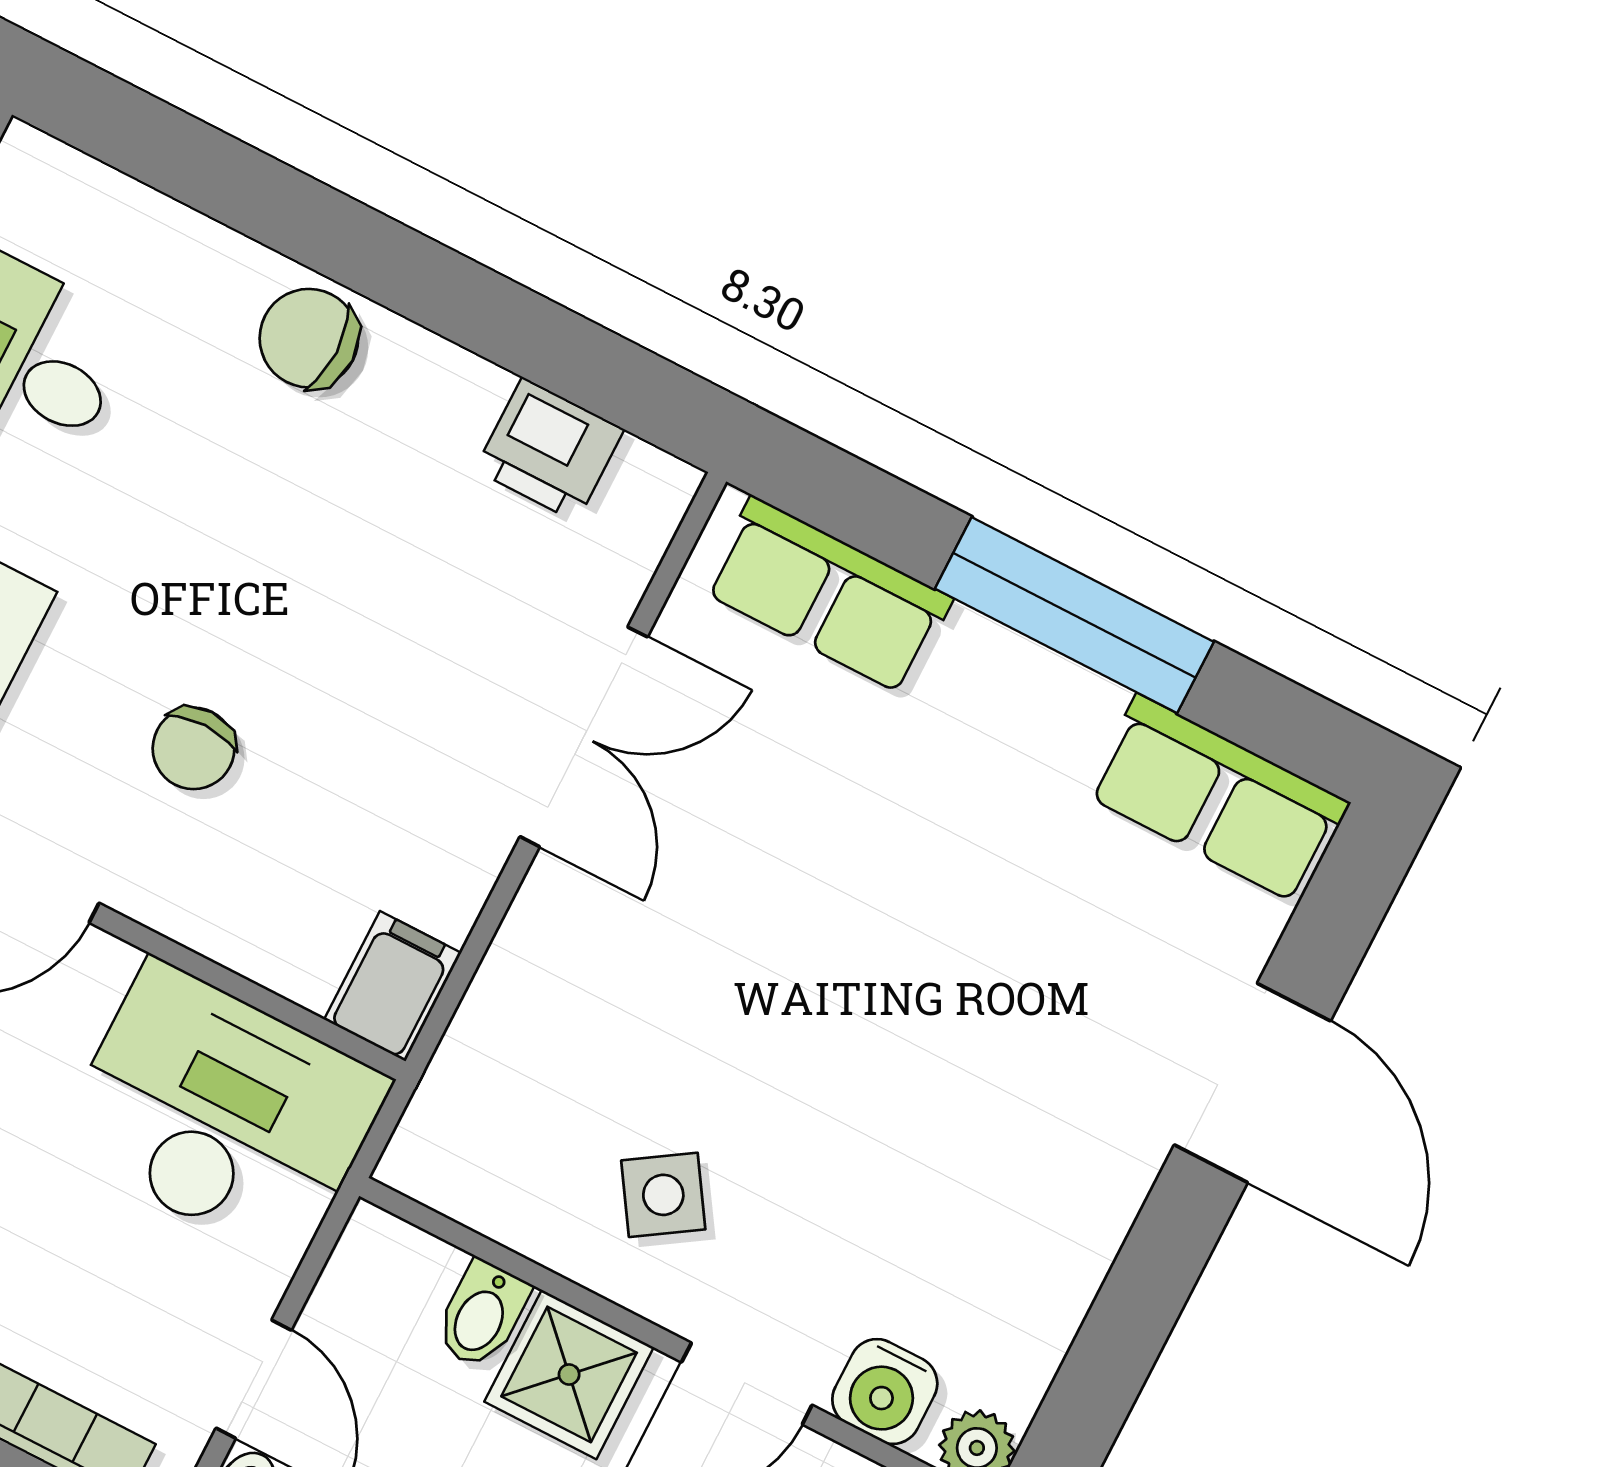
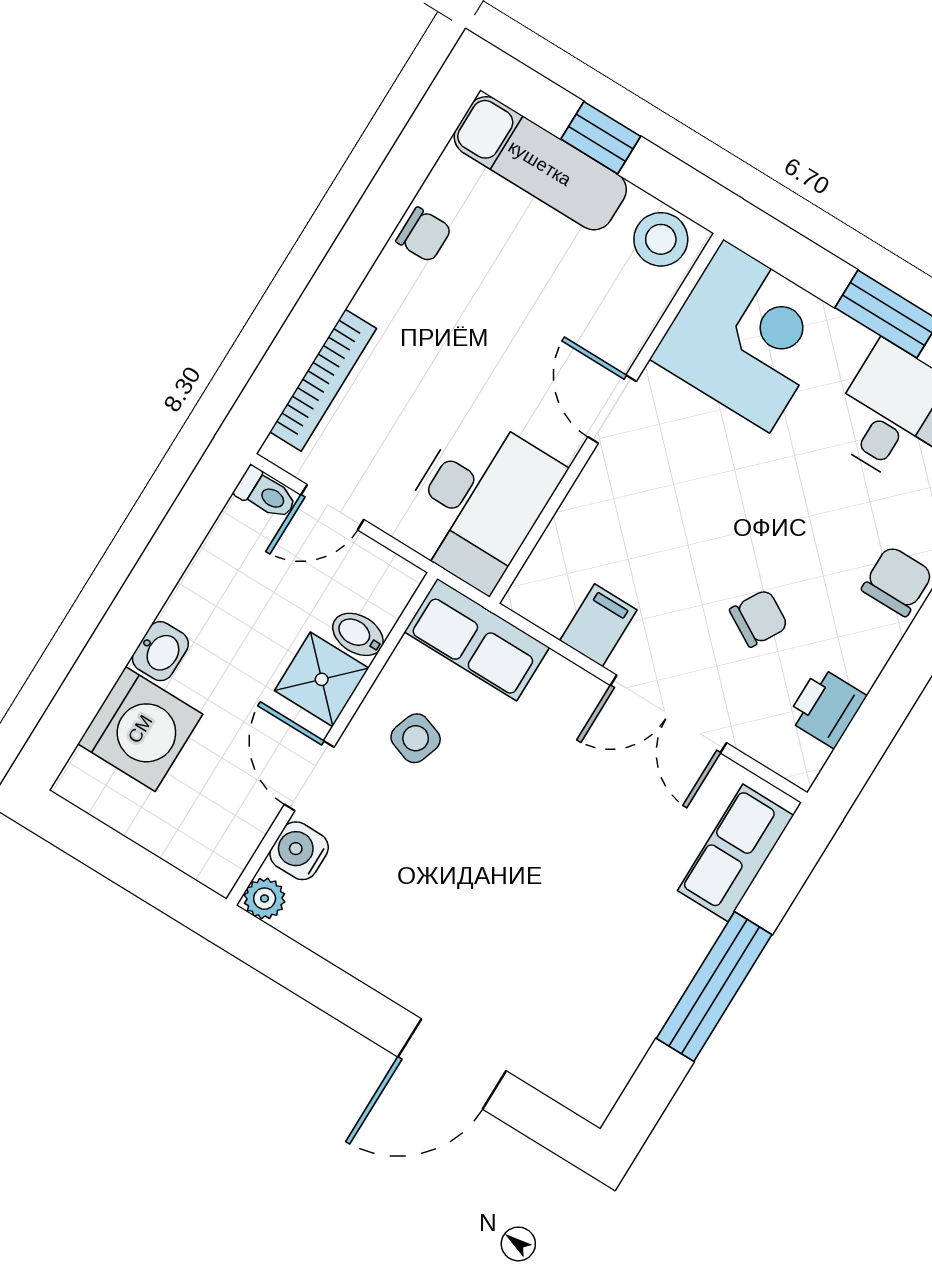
chair: (194, 748) -> (759, 618), moved, turned 120
row of seats: (1217, 799) -> (477, 640), moved, turned -90
filing cabinet: (393, 986) -> (598, 625), moved, turned -90
side table: (663, 1195) -> (416, 738), turned -38

